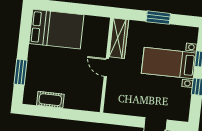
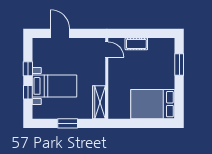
door: (106, 68) -> (107, 50), moved
cot: (50, 100) -> (136, 44), moved

